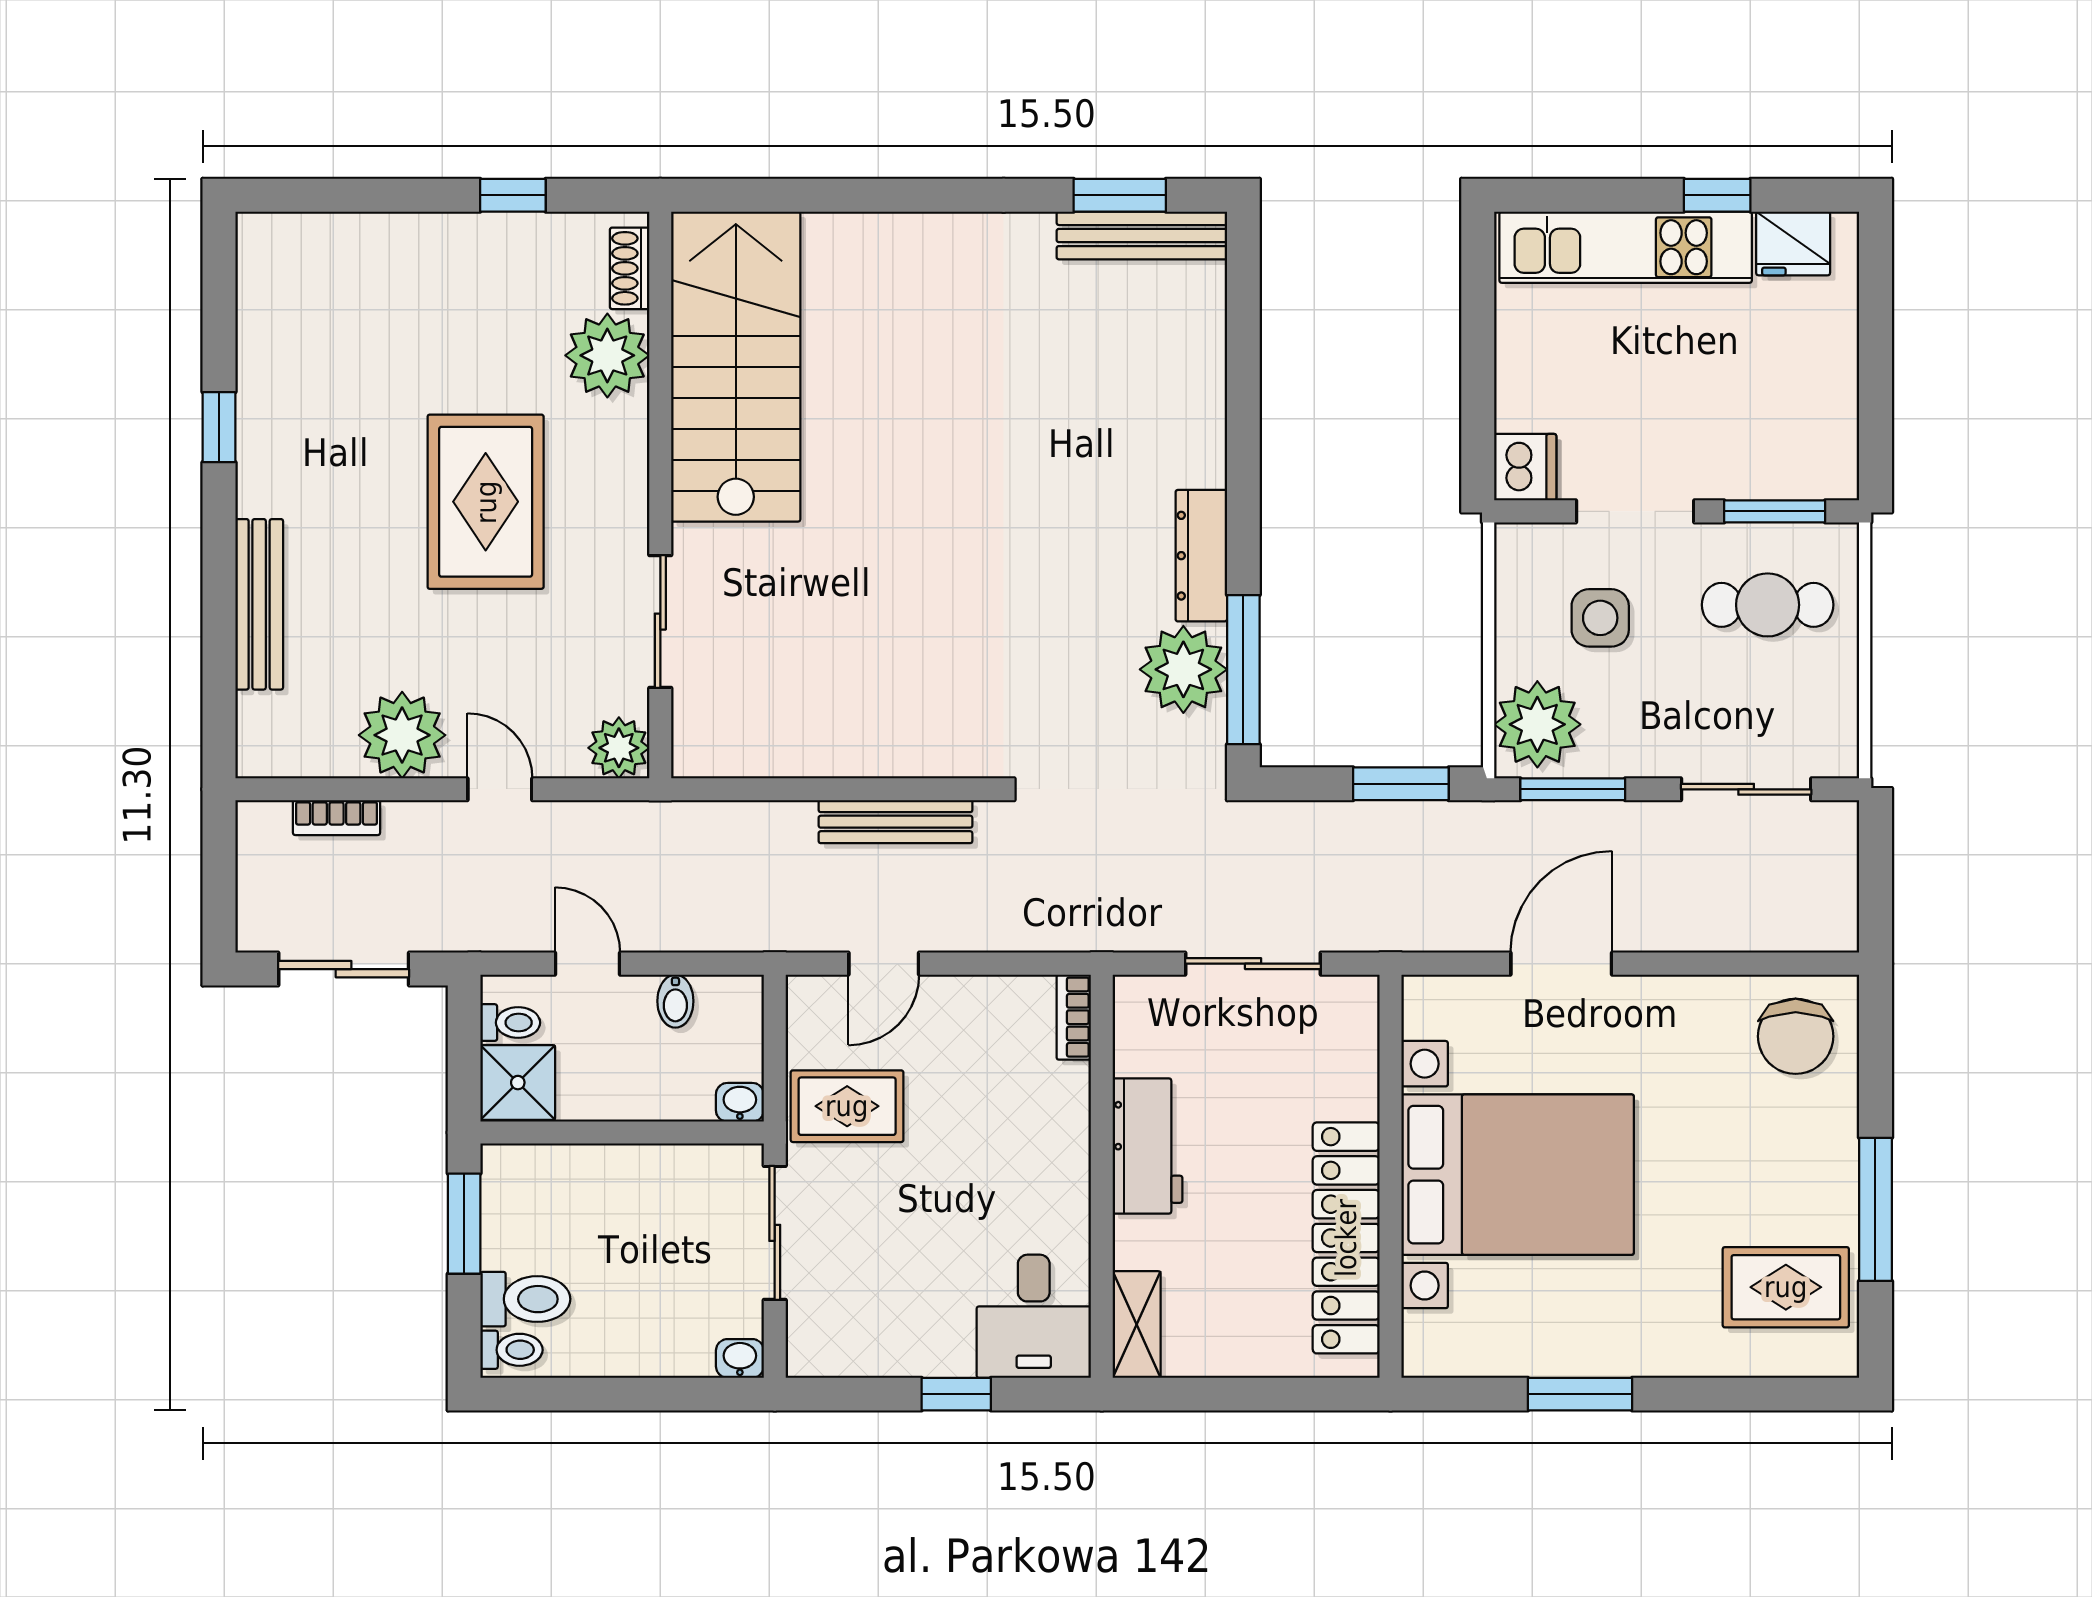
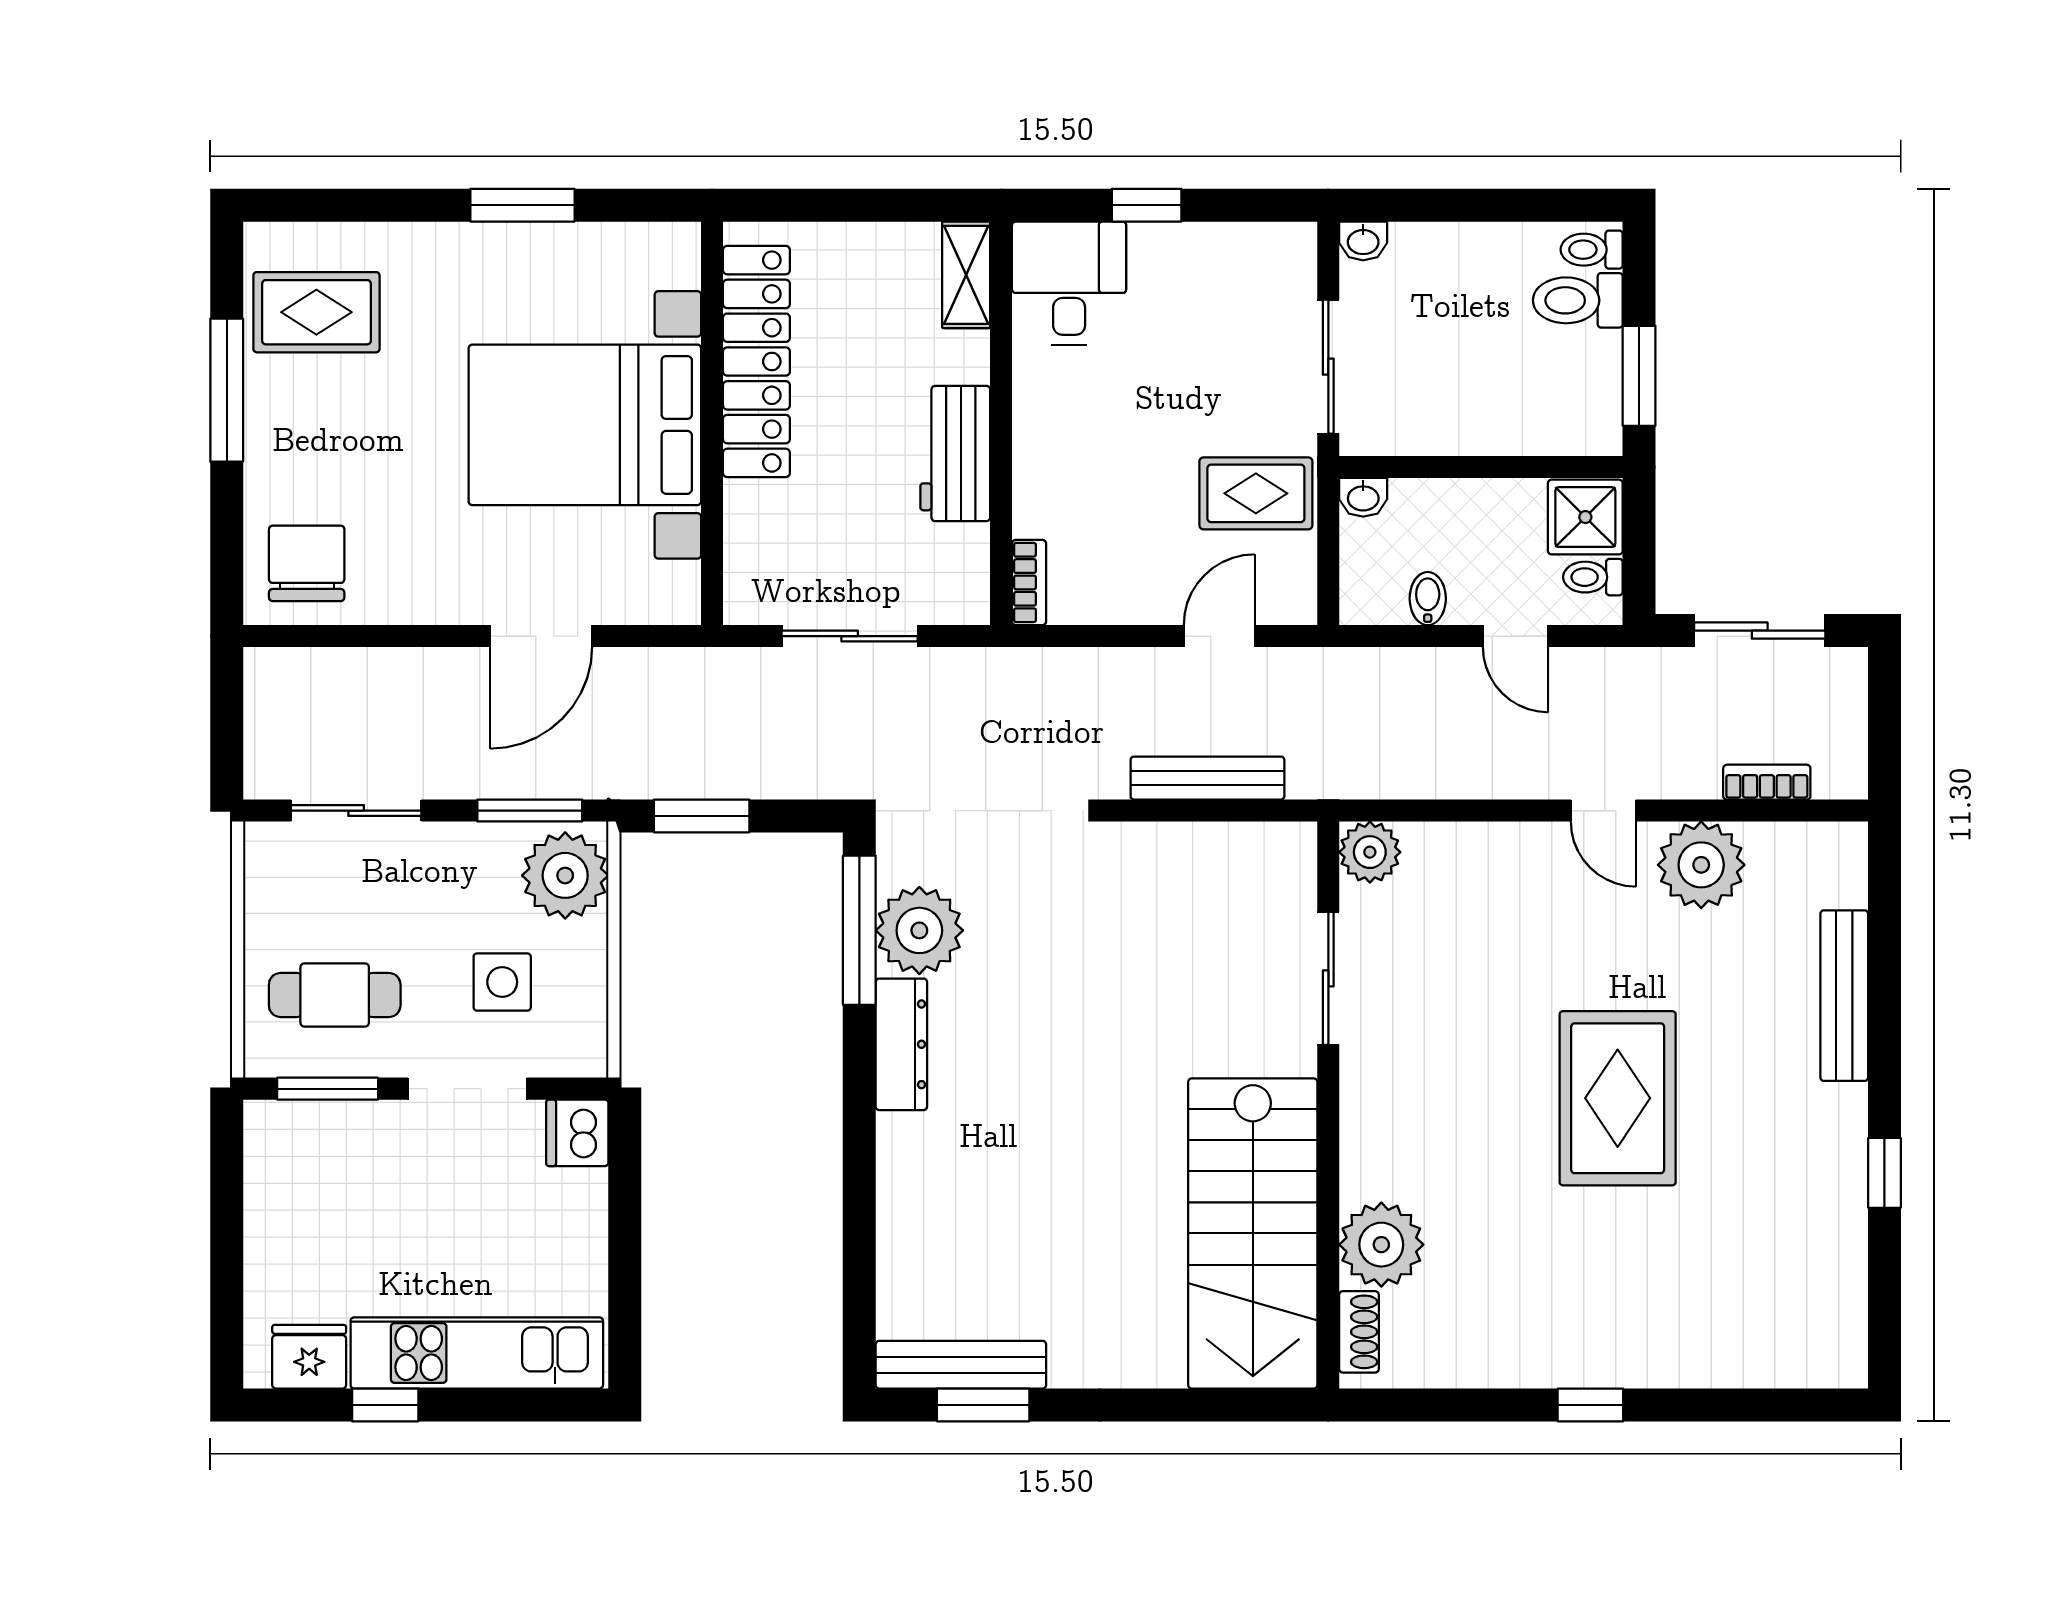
shoe rack: (630, 268) -> (1359, 1332), moved
plant: (607, 355) -> (1381, 1245), moved
stairs: (736, 367) -> (1253, 1233), moved
wall: (660, 495) -> (1328, 1105), moved
sliding door: (660, 622) -> (1328, 978), moved
plant: (619, 748) -> (1370, 852), moved

